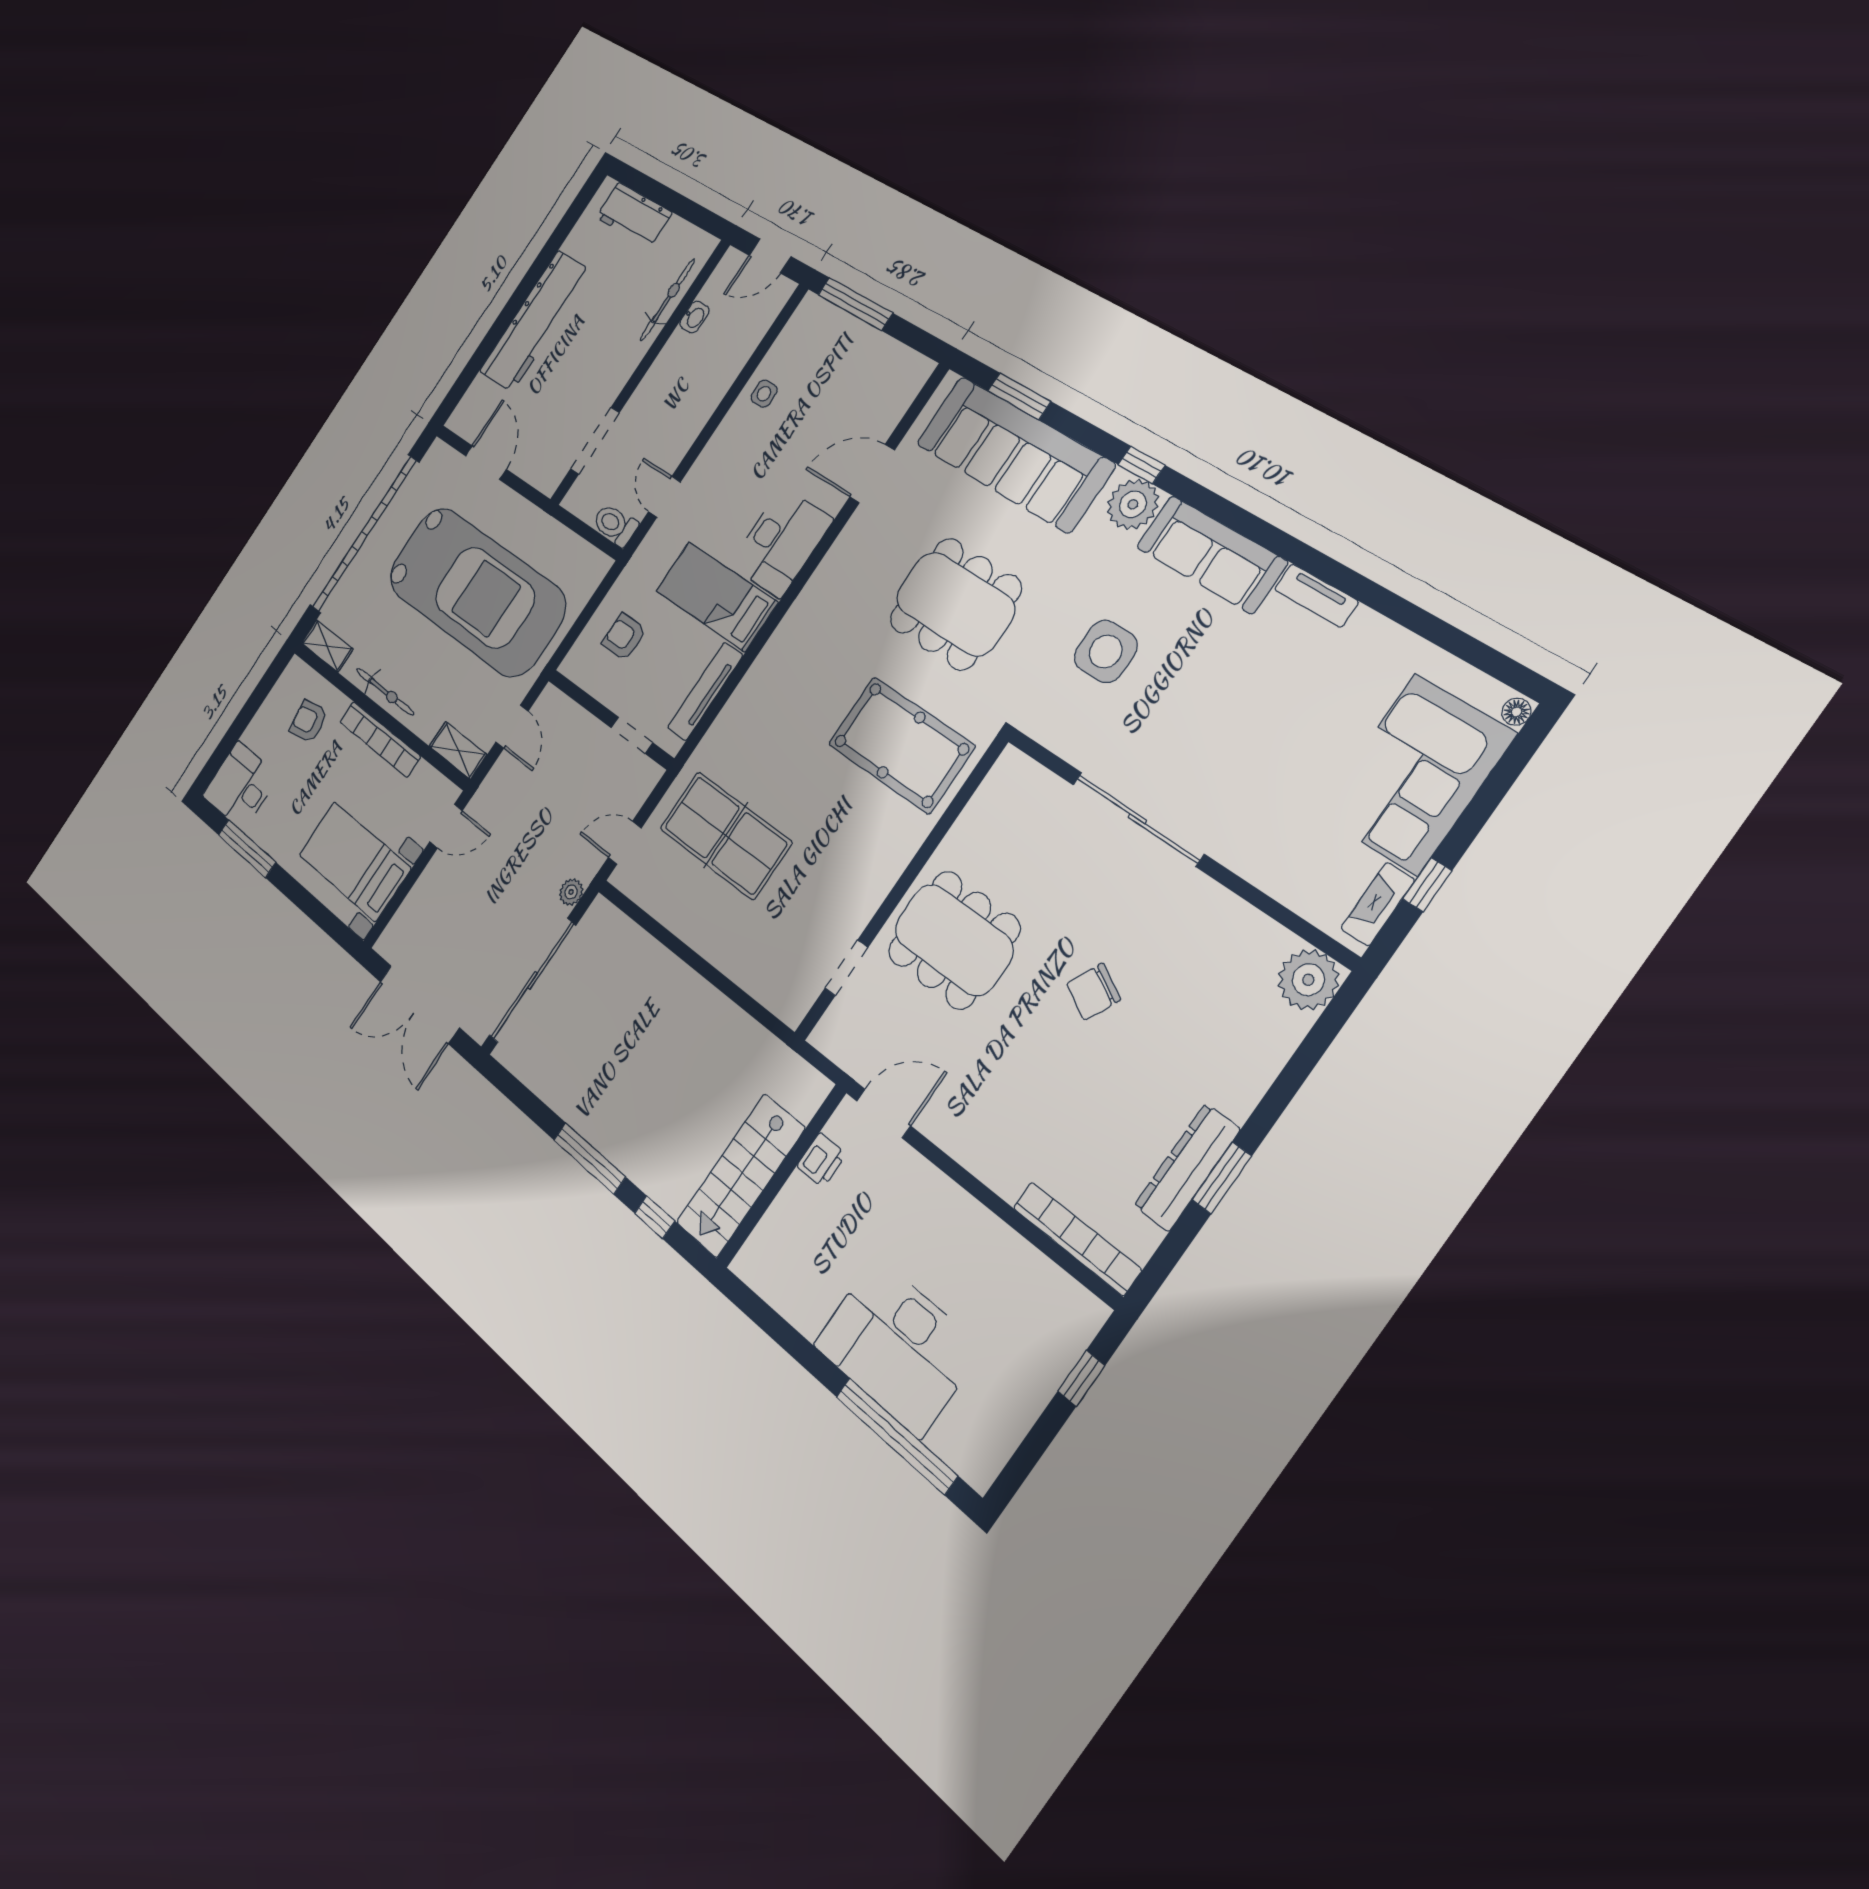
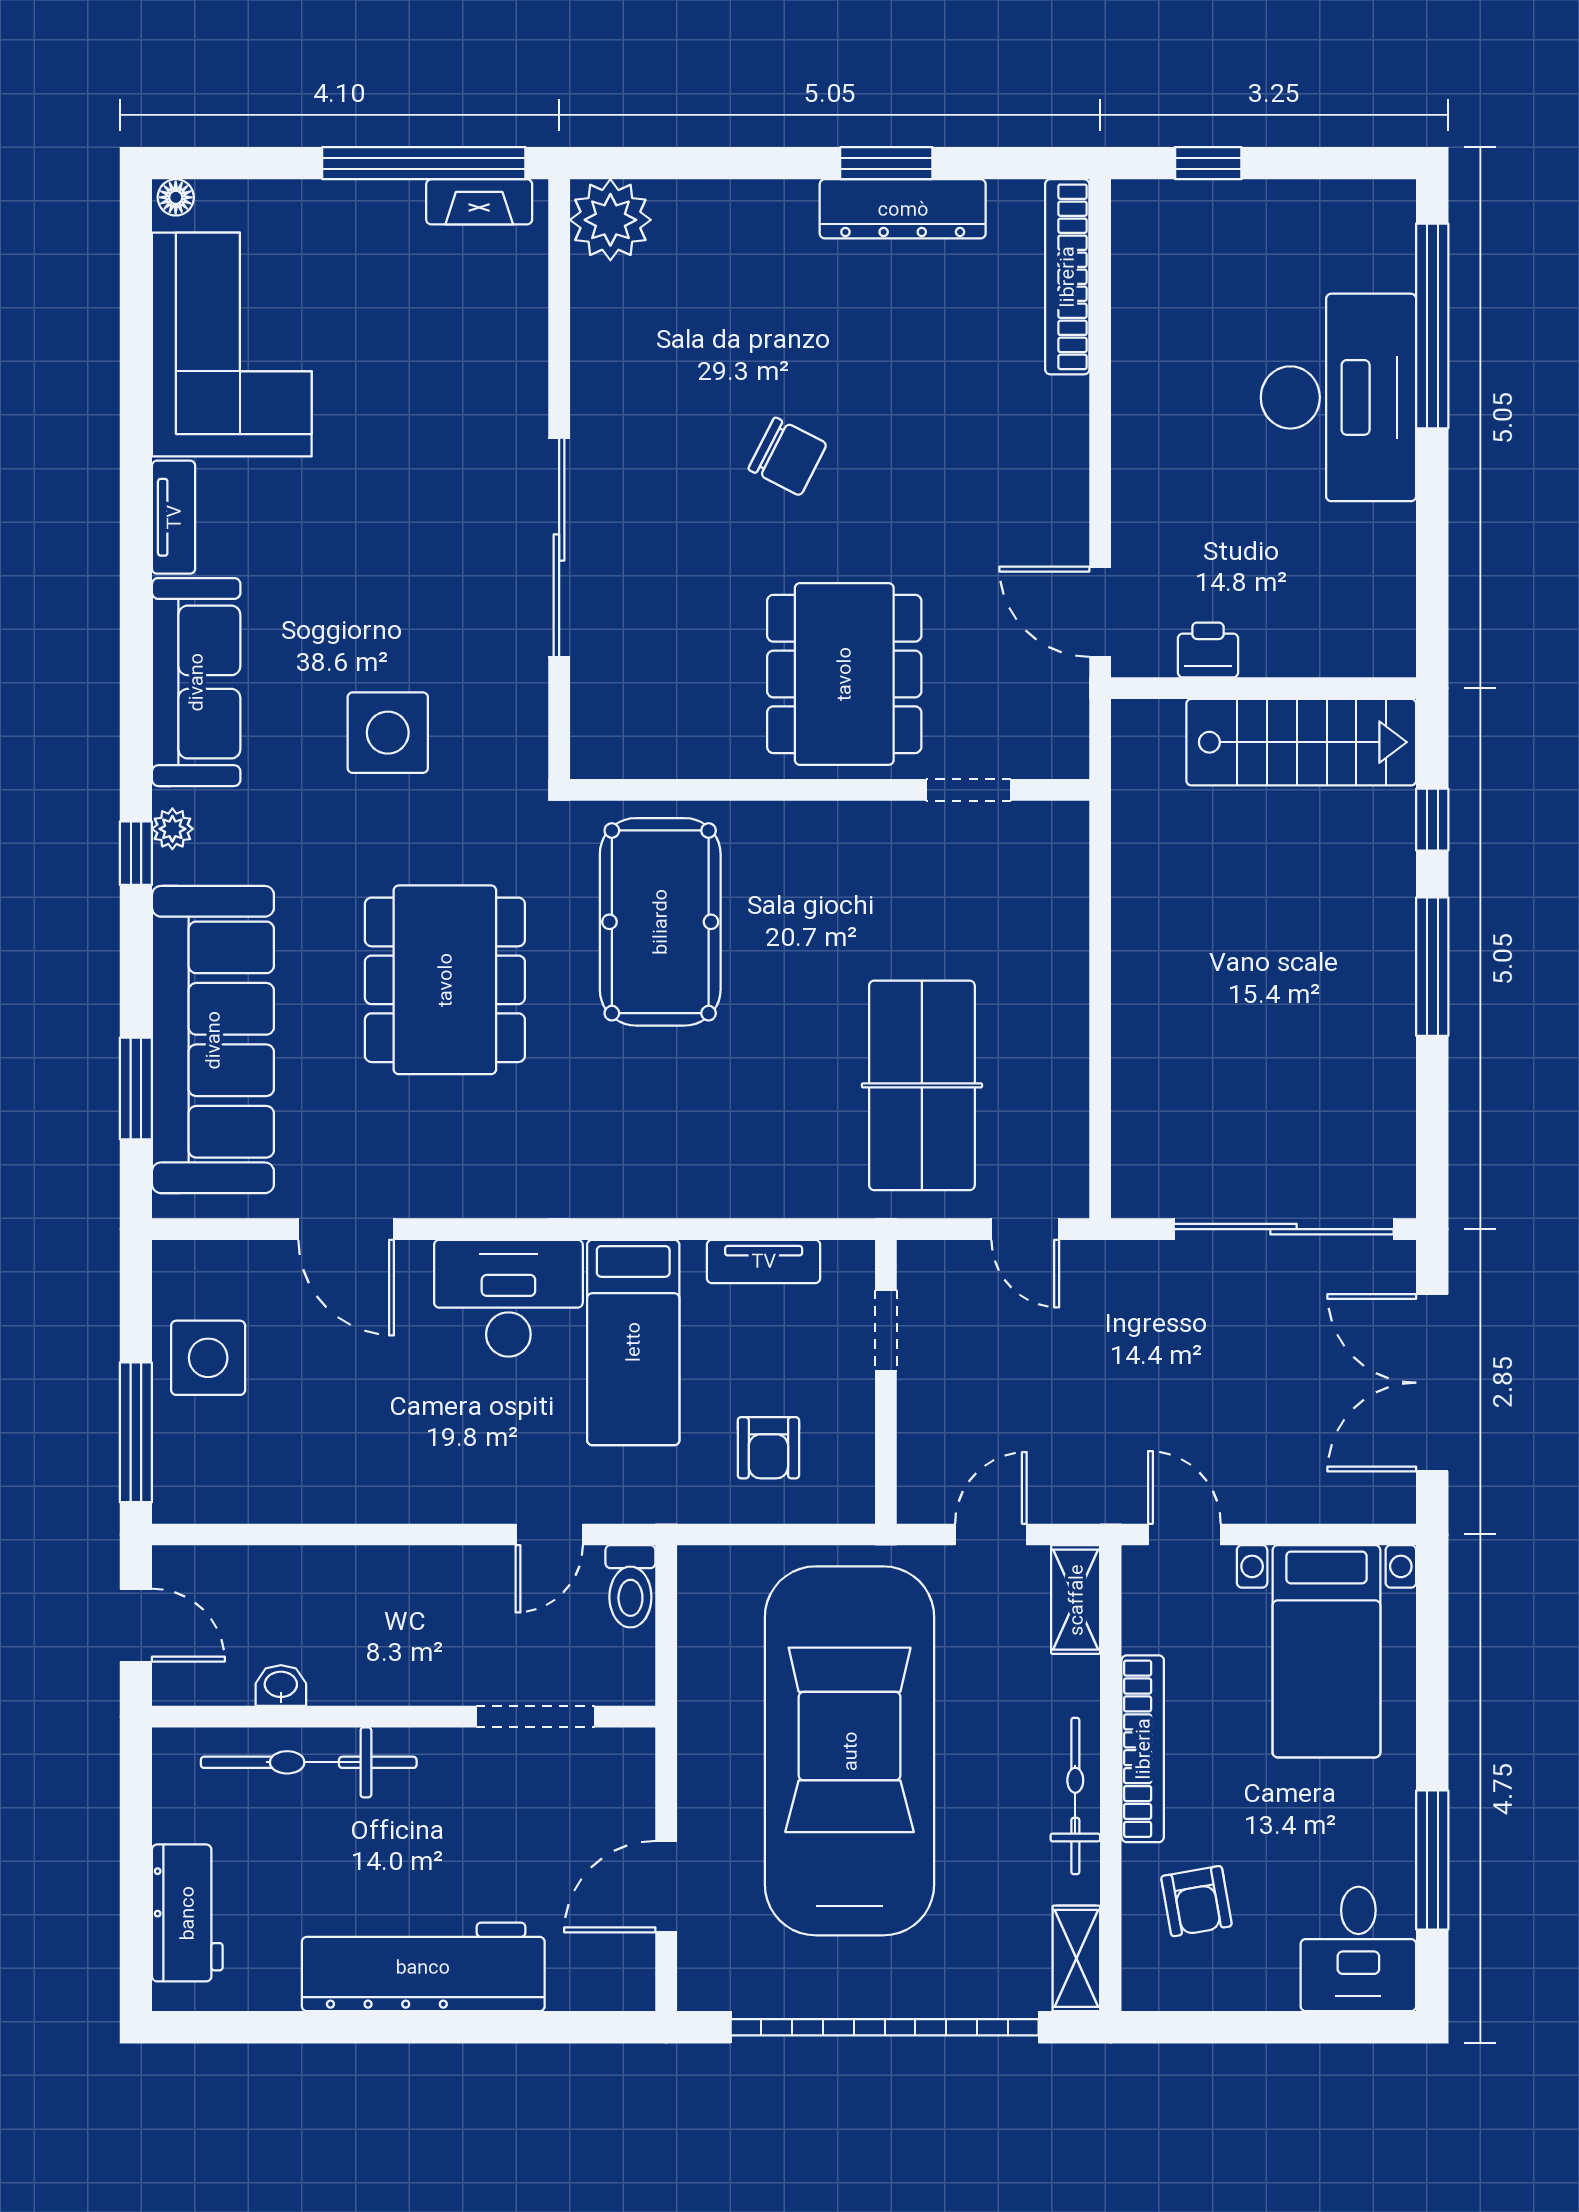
bicycle: (667, 300) -> (309, 1762), width x1.37, depth x1.40
side table: (764, 394) -> (208, 1358), moved, width x1.87, depth x1.87
plant: (1133, 504) -> (172, 829), width x0.53, depth x0.53
tv unit: (705, 691) -> (764, 1261), width x0.71
corner sofa: (1416, 774) -> (232, 344), moved, turned -90
window: (1427, 885) -> (424, 163), width x3.17
plant: (571, 892) -> (1138, 1261), removed
double door: (419, 1004) -> (1432, 1383), swing flipped

